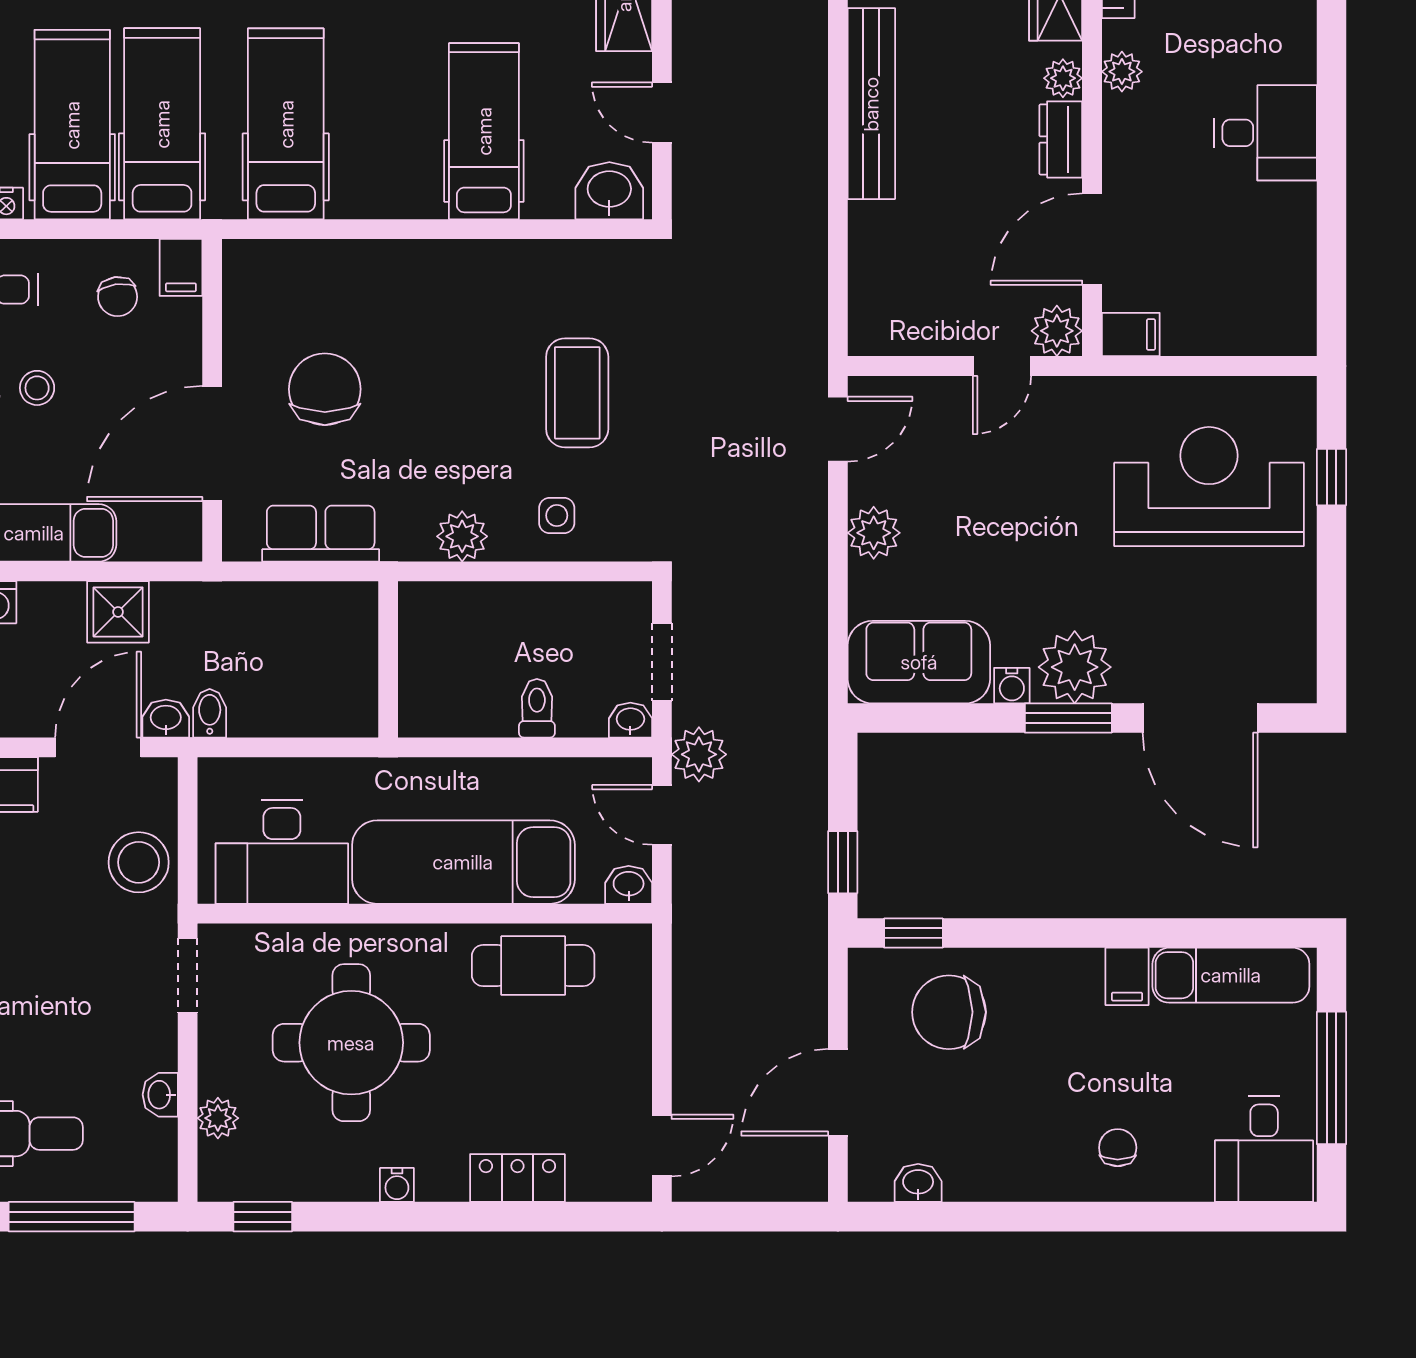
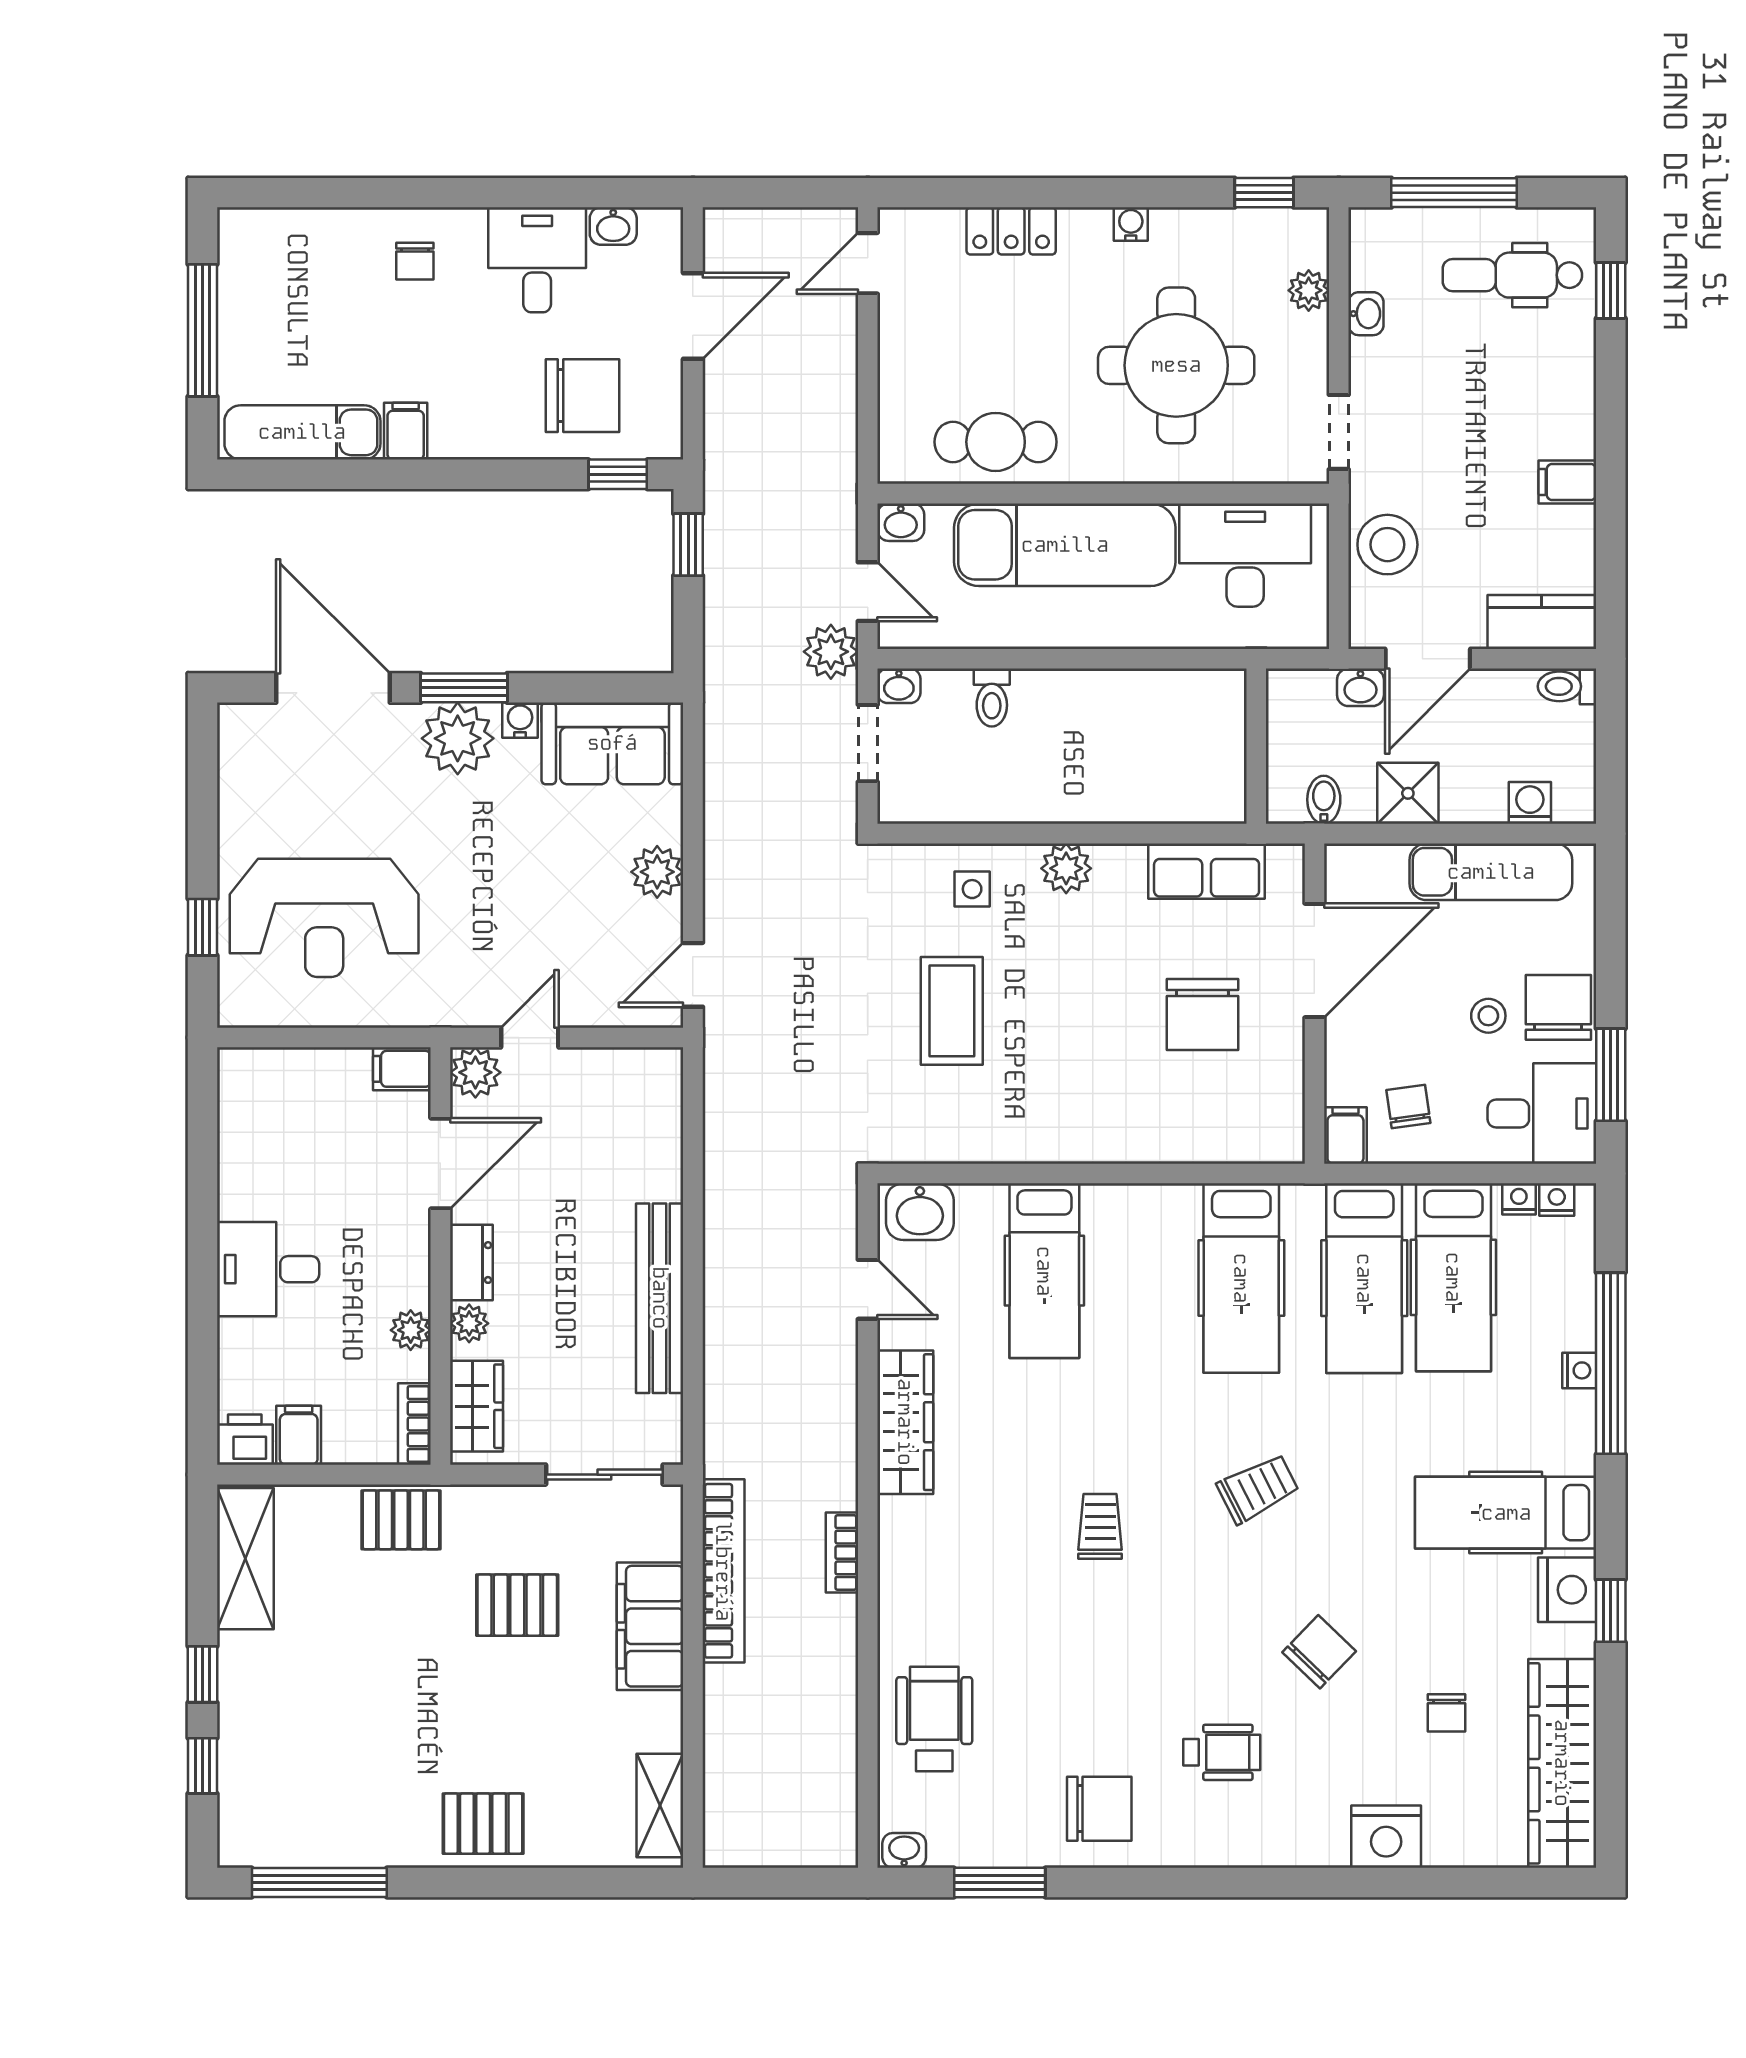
wall: (388, 659) -> (1256, 746), moved
bidet: (210, 713) -> (1324, 800), moved, turned 180
desk: (1264, 1149) -> (537, 260), moved

